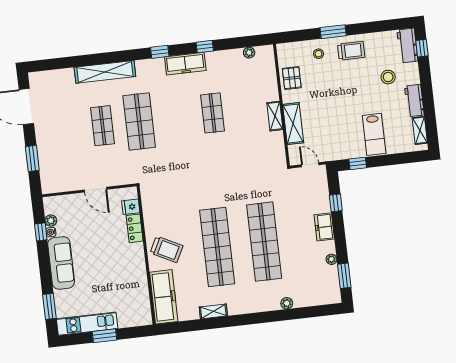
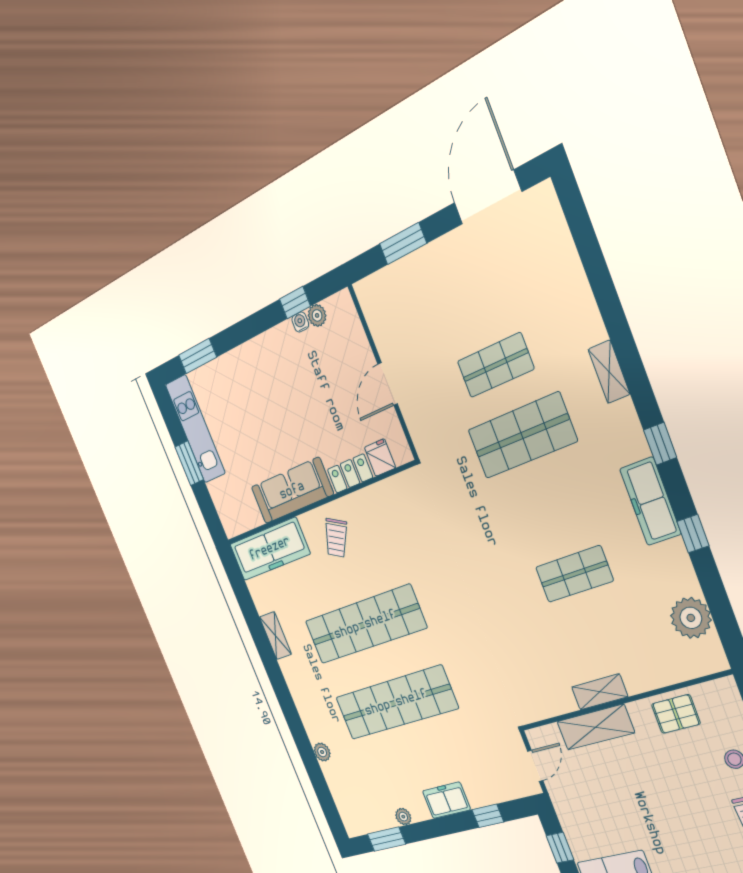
plant: (249, 53) -> (691, 618), width x1.87, depth x1.87
shelving: (105, 72) -> (609, 372), width x0.45, depth x0.75
trolley: (167, 249) -> (336, 538), width x0.73, depth x0.72
sofa: (61, 263) -> (292, 491), moved, turned 180

